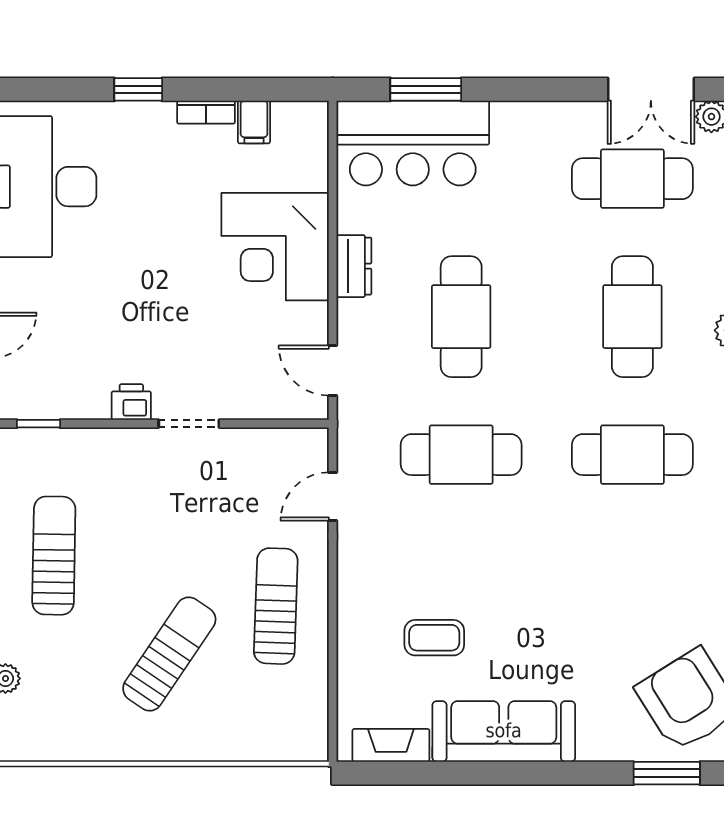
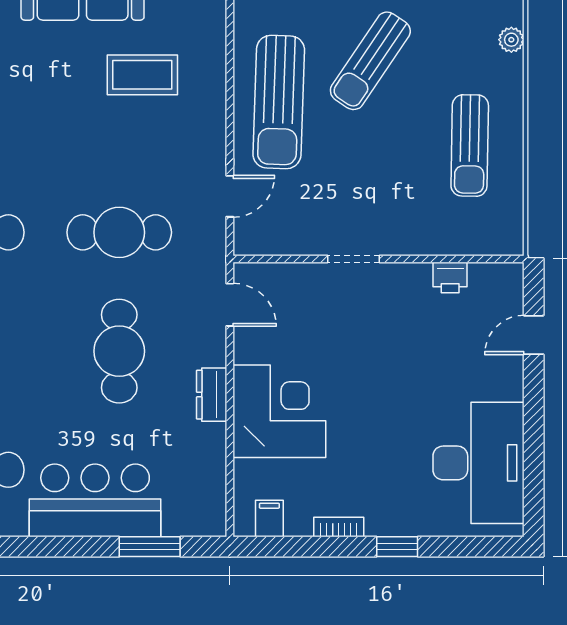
filing cabinet: (254, 122) -> (269, 519), moved
bar counter: (413, 143) -> (95, 500), moved
printer: (131, 402) -> (450, 278), moved
window: (39, 424) -> (483, 259), removed
sun lounger: (276, 606) -> (279, 102), width x1.36, depth x1.34
coffee table: (434, 638) -> (142, 75), width x1.36, depth x1.30

